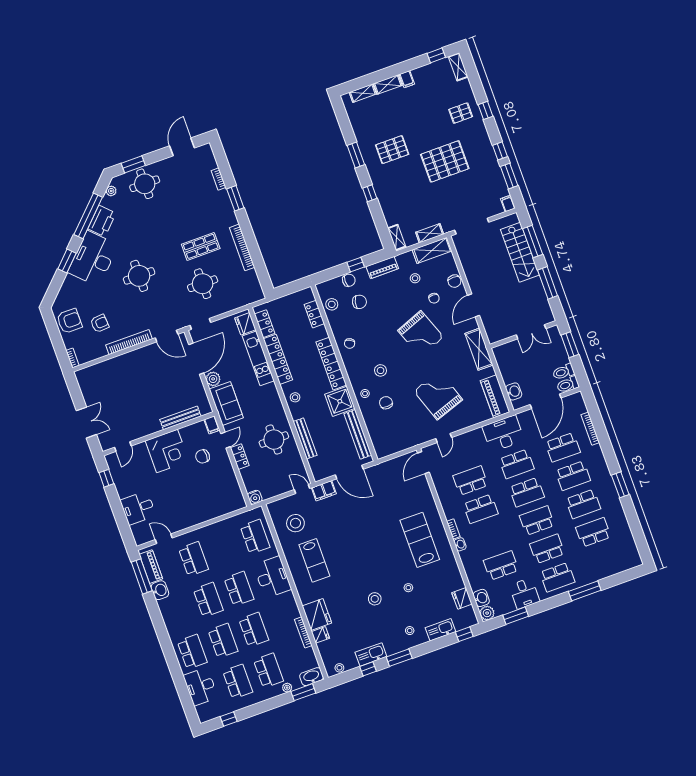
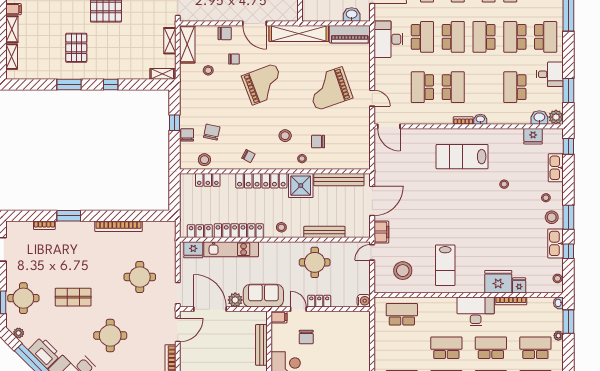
shop shelf: (201, 246) -> (73, 297), moved, turned 90
piano: (382, 267) -> (186, 98), removed
shelving: (479, 349) -> (299, 33), width x1.47
lab bench: (314, 560) -> (445, 265), turned 90
desk: (272, 577) -> (476, 311), moved
stool: (375, 599) -> (552, 217), moved
washbasin: (311, 677) -> (558, 303), width x0.52, depth x0.69

